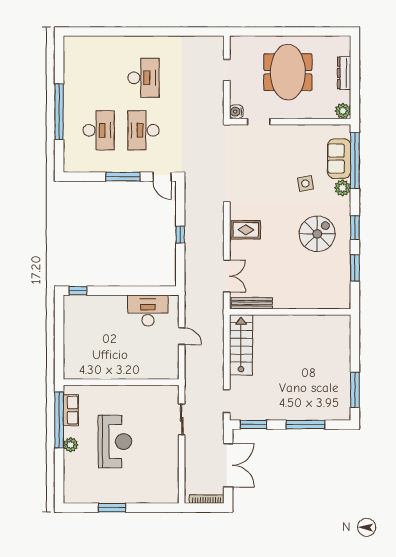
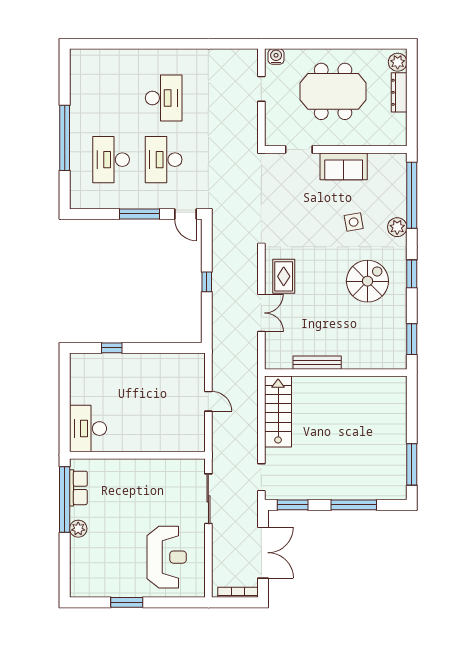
meeting table: (288, 72) -> (333, 91), turned 90
plant: (343, 111) -> (398, 62), moved
water cooler: (236, 112) -> (276, 57), moved, turned 90
desk: (99, 130) -> (111, 160), turned 180
sofa: (339, 159) -> (344, 166), moved, turned -90
rug: (246, 230) -> (284, 276), turned 90
window: (355, 268) -> (412, 339), moved
double door: (227, 276) -> (261, 313), moved
window: (78, 291) -> (112, 348), moved
bench: (252, 303) -> (317, 363), moved
desk: (148, 311) -> (88, 429), moved, turned -90
sliding door: (182, 419) -> (208, 499), width x1.37
reception desk: (115, 442) -> (167, 557), moved

